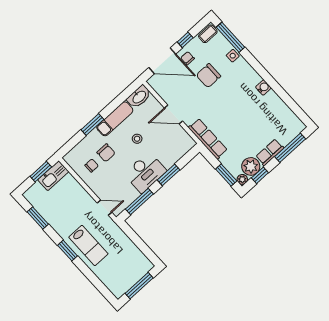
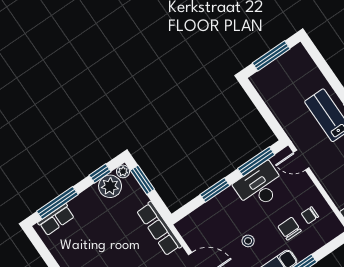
row of seats: (270, 152) -> (56, 220), moved
desk: (145, 172) -> (260, 186), moved

